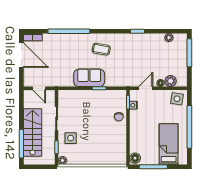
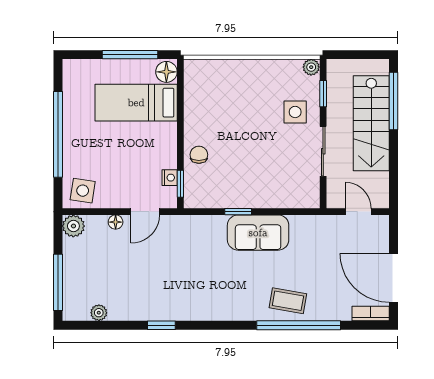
coffee table: (101, 49) -> (288, 301), moved
plant: (171, 81) -> (73, 226), moved
bed: (169, 144) -> (136, 103), moved, turned 90

